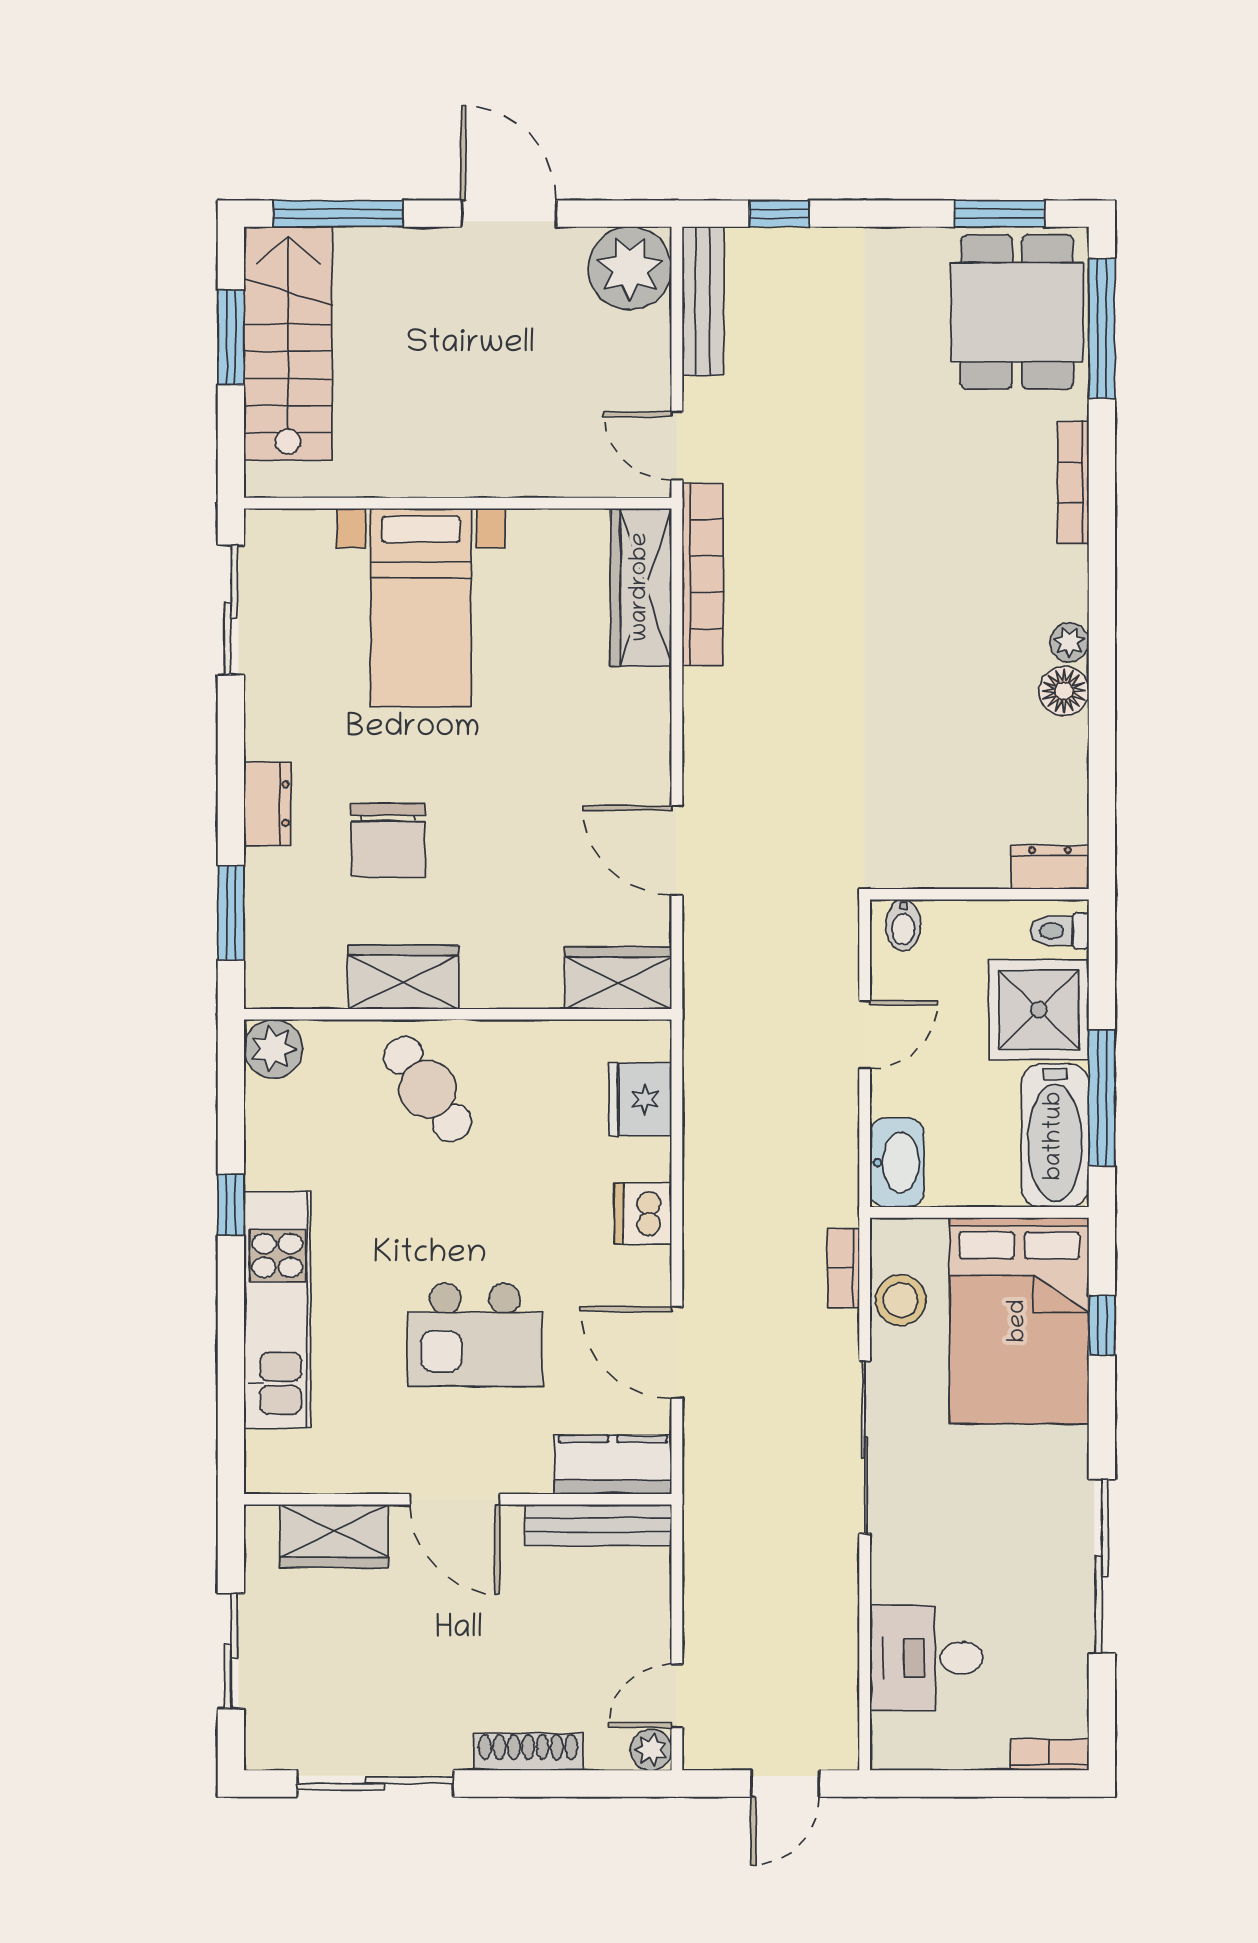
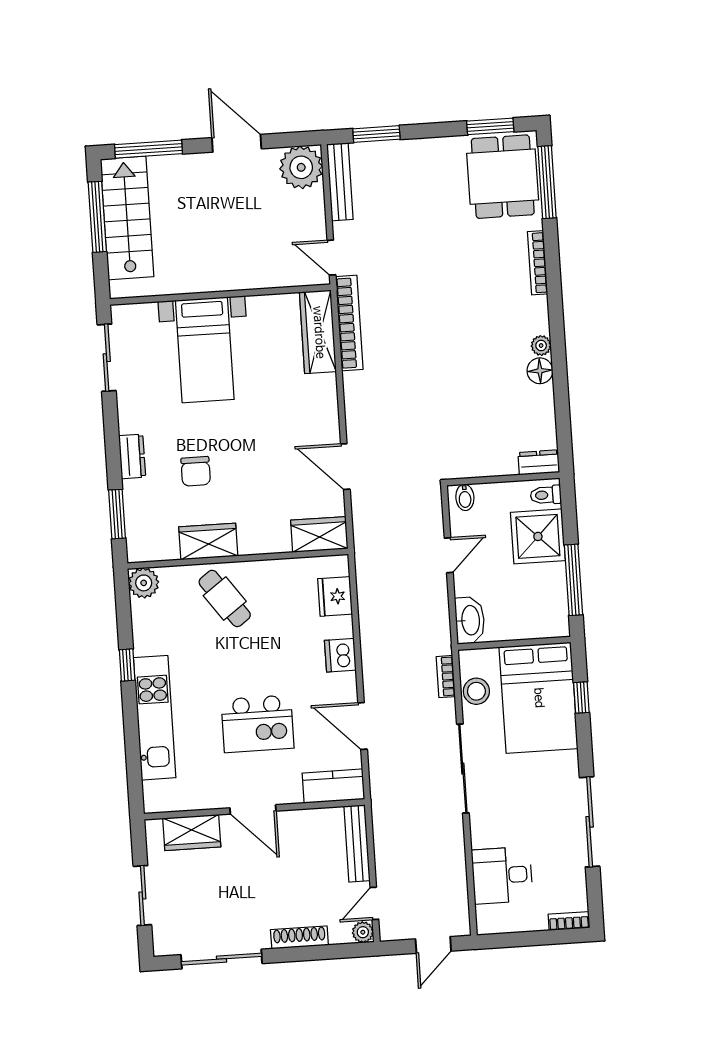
window: (779, 214) -> (376, 134), width x1.50
window: (231, 338) -> (97, 217), width x1.44
chair: (388, 840) -> (196, 471), width x0.73, depth x0.73
bathtub: (1055, 1136) -> (551, 601), removed
bench: (598, 1525) -> (357, 843), moved, turned 90

